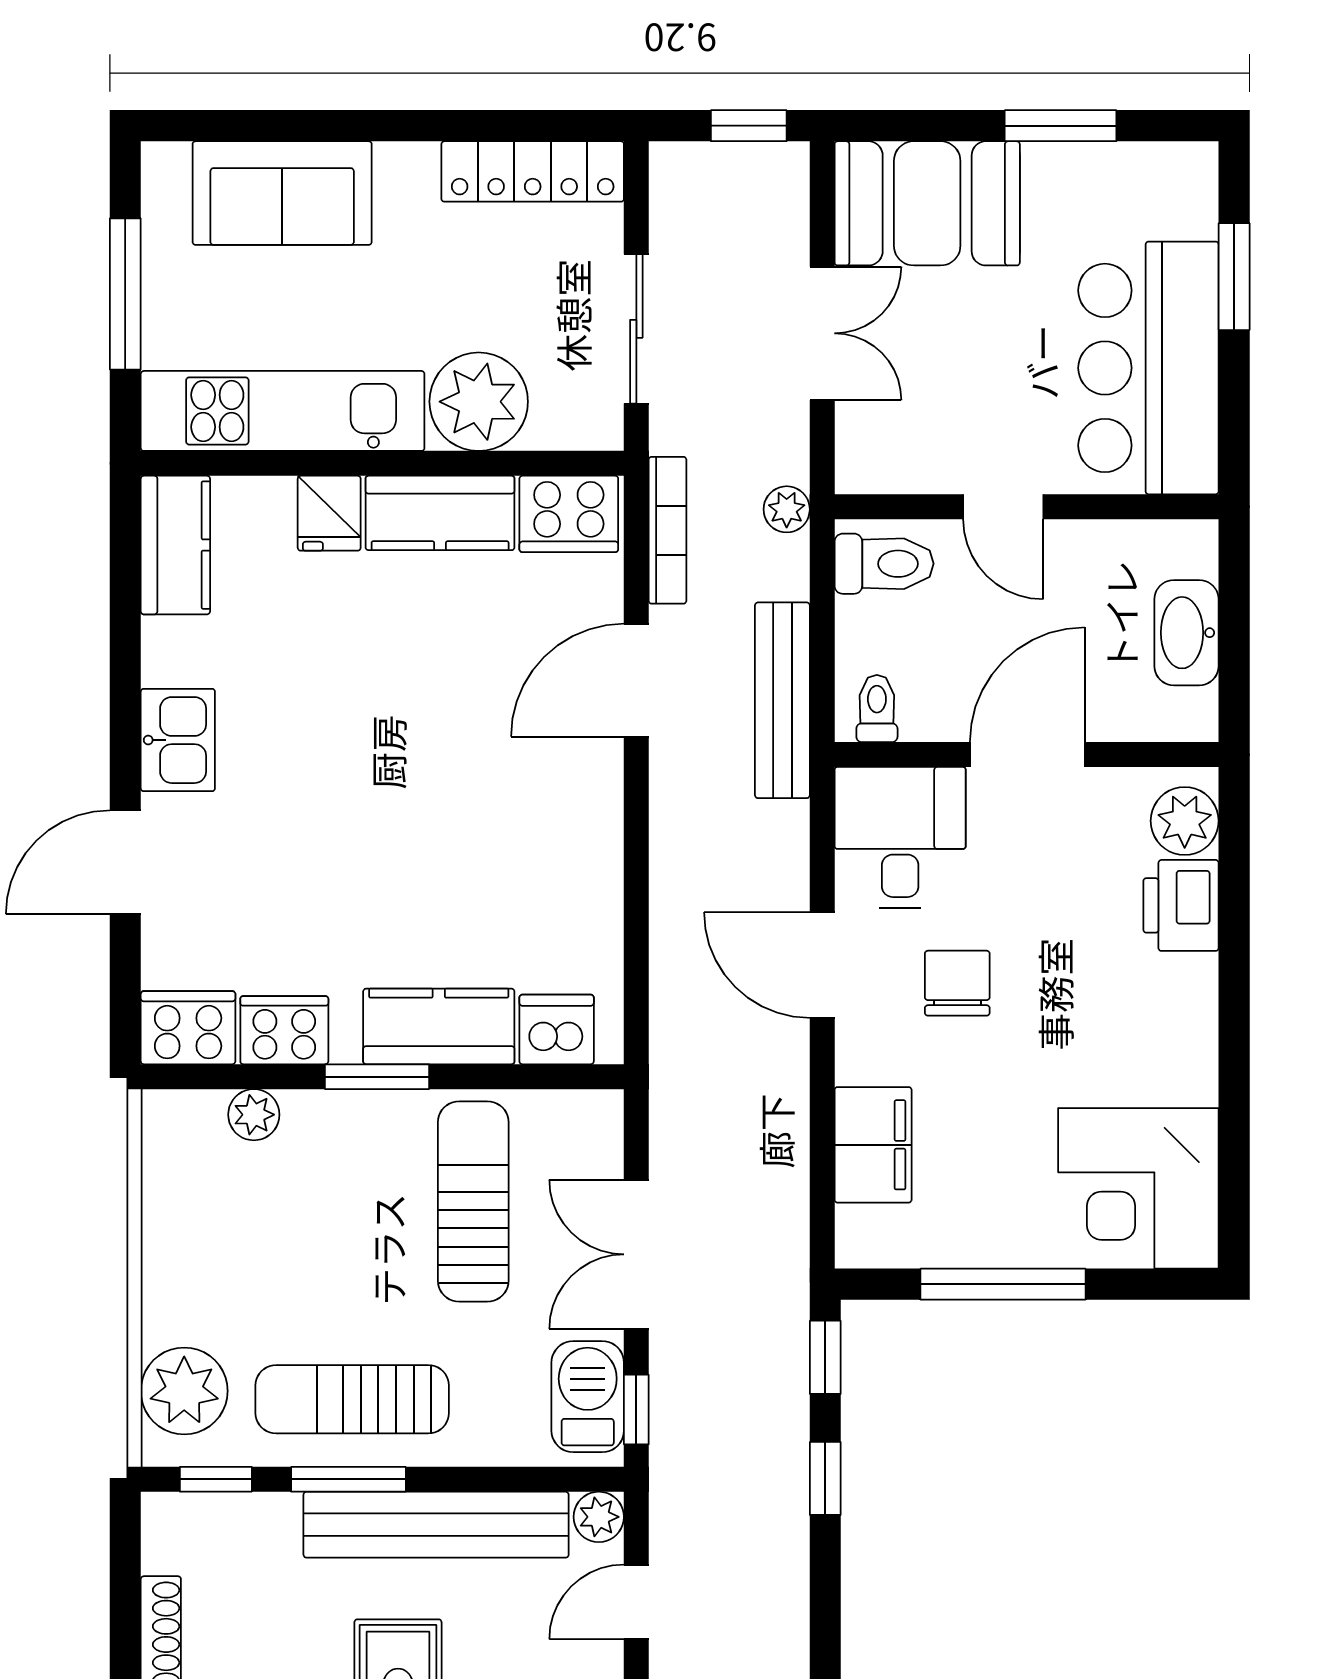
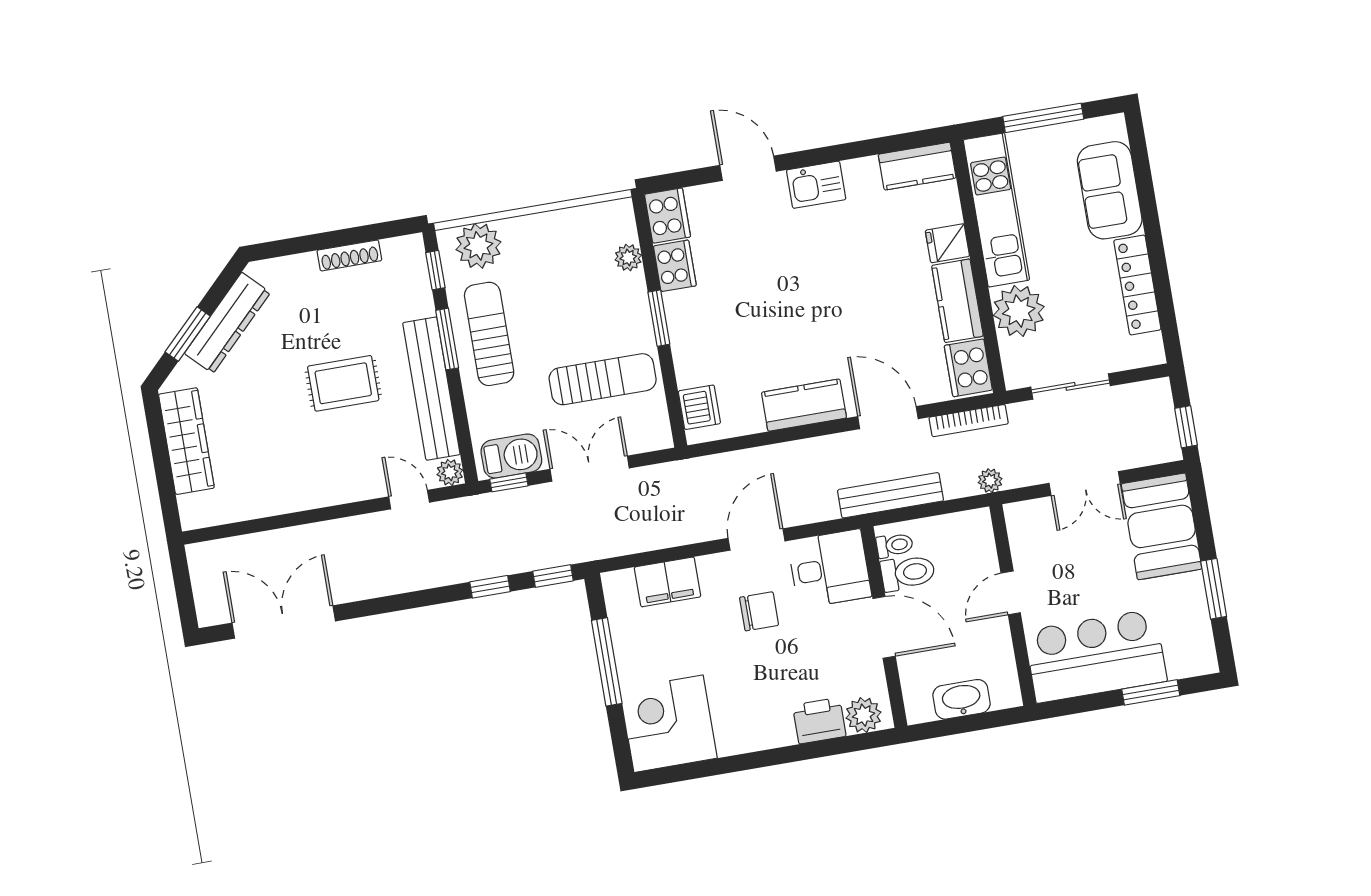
locker: (533, 171) -> (1137, 285), moved
toilet: (884, 564) -> (908, 573), moved, turned -90
kitchen counter: (439, 1026) -> (804, 405), moved, turned -90

